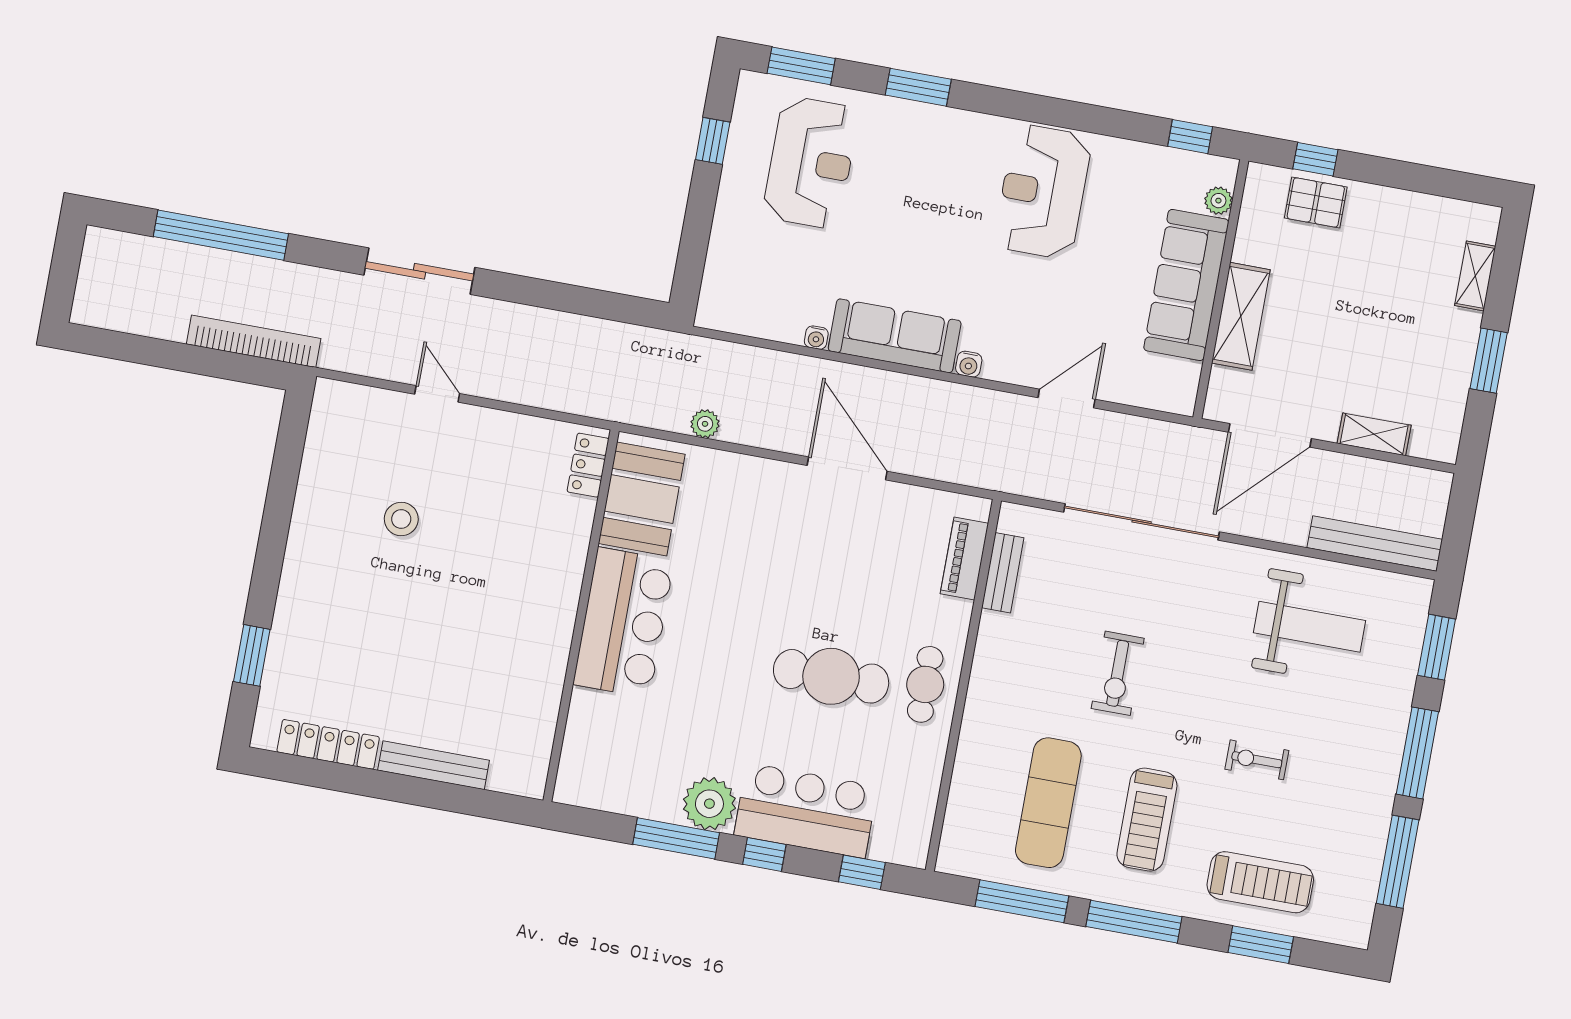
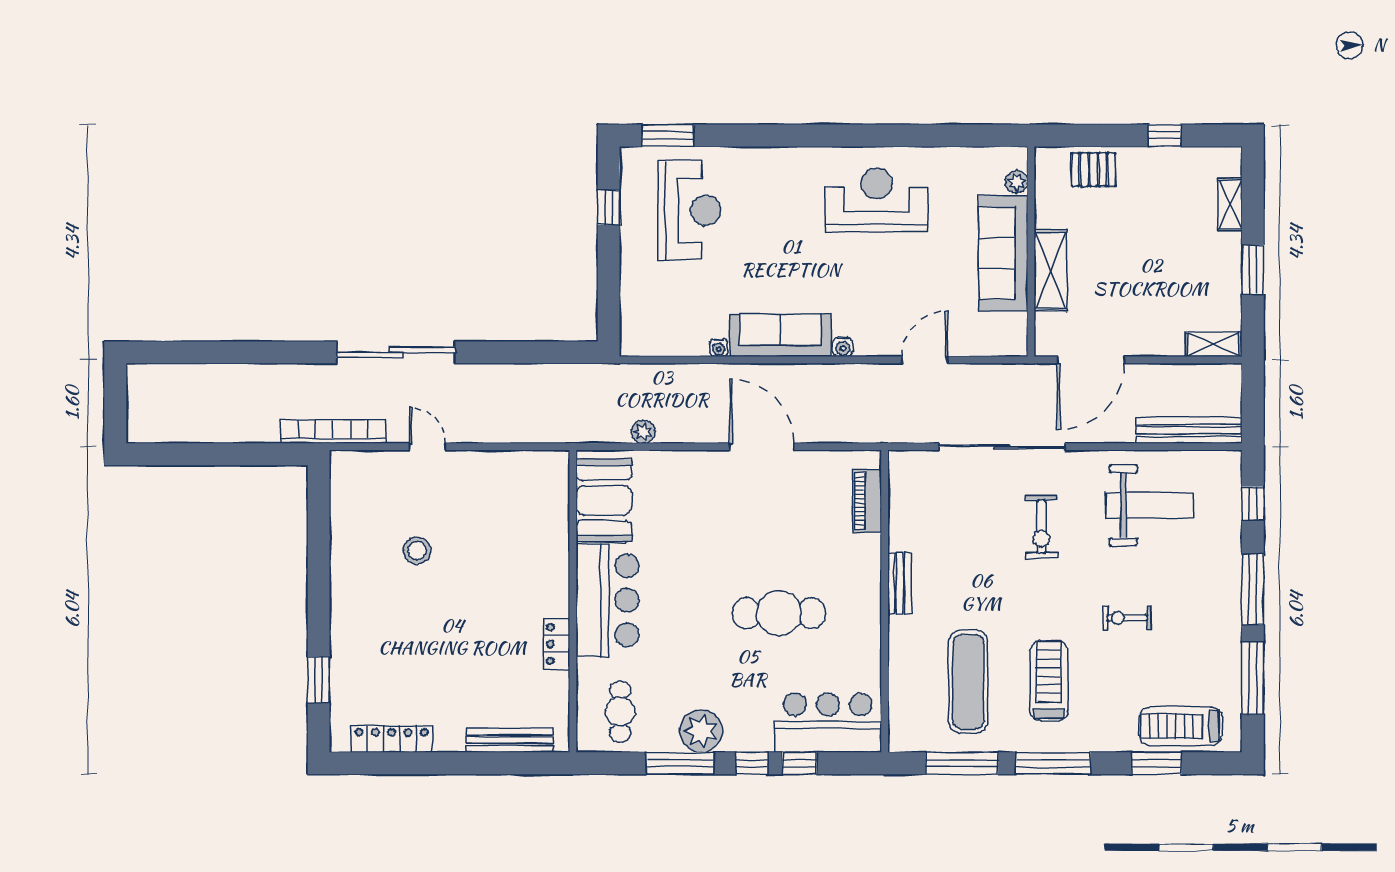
window: (918, 87) -> (763, 136), removed
window: (1190, 137) -> (985, 136), removed
window: (1315, 159) -> (1165, 136), moved
reception desk: (1043, 192) -> (877, 200), turned 90
window: (221, 235) -> (234, 352), removed
sliding door: (419, 271) -> (396, 352), width x1.36
bookcase: (254, 341) -> (333, 431), moved
shelving: (1374, 434) -> (1213, 344), moved
locker: (588, 465) -> (557, 644), moved
bench: (1003, 573) -> (900, 583), moved
window: (1437, 647) -> (1253, 503), width x0.67
exercise bike: (1118, 673) -> (1041, 527), moved
cafe table: (925, 684) -> (620, 712), moved
bench: (434, 765) -> (509, 740), moved
bar counter: (806, 811) -> (828, 723), moved
treadmill: (1147, 820) -> (1049, 681), turned 180
window: (862, 872) -> (799, 763), moved
treadmill: (1260, 882) -> (1181, 726), moved, turned 180

